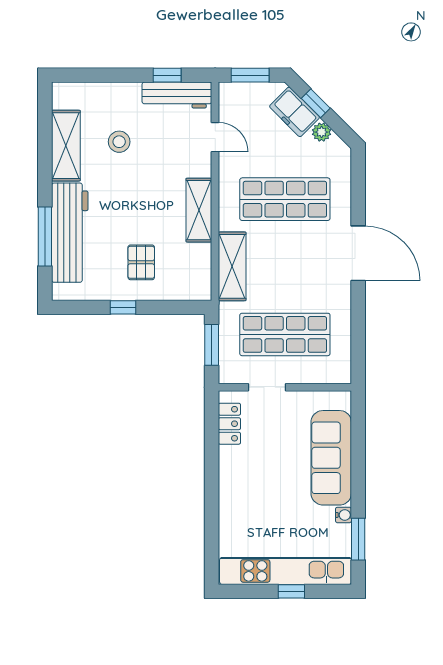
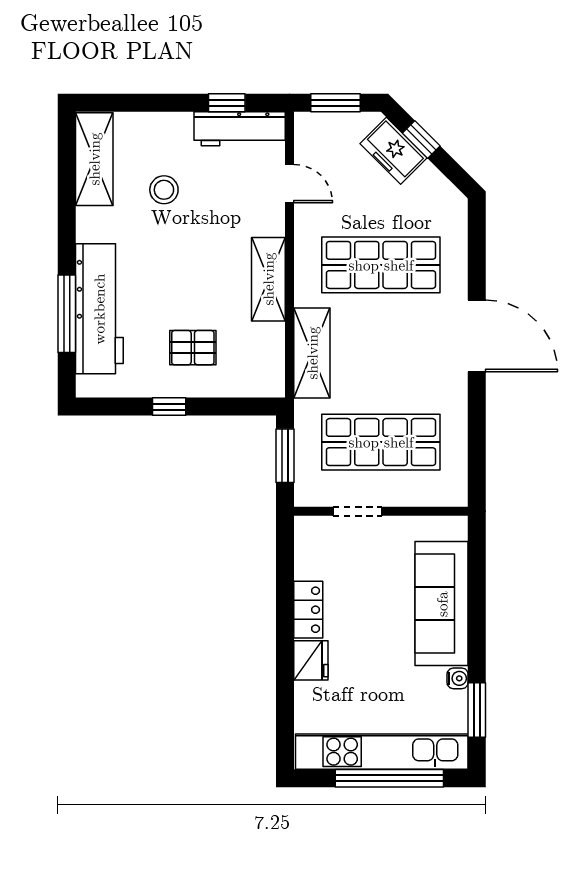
plant: (322, 132) -> (429, 177), removed
shelving: (66, 146) -> (94, 159), moved
pallet: (141, 262) -> (193, 348), turned 90
locker: (229, 424) -> (308, 610), moved
fridge: (231, 501) -> (311, 660), added
window: (291, 591) -> (389, 778), width x3.17

